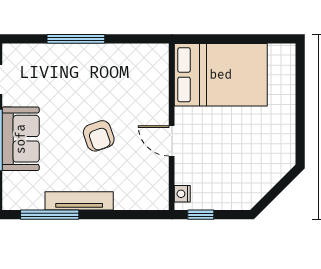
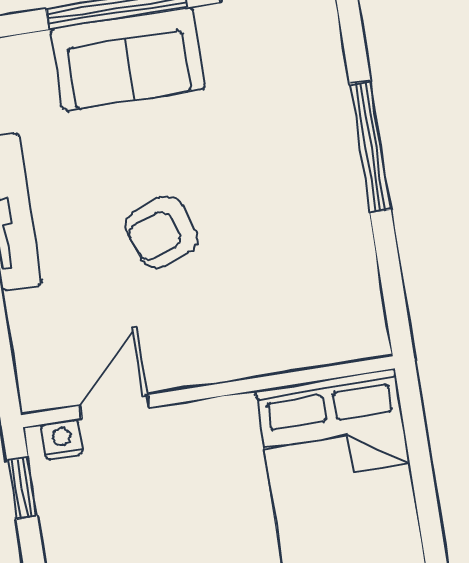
door: (172, 141) -> (115, 407), moved

